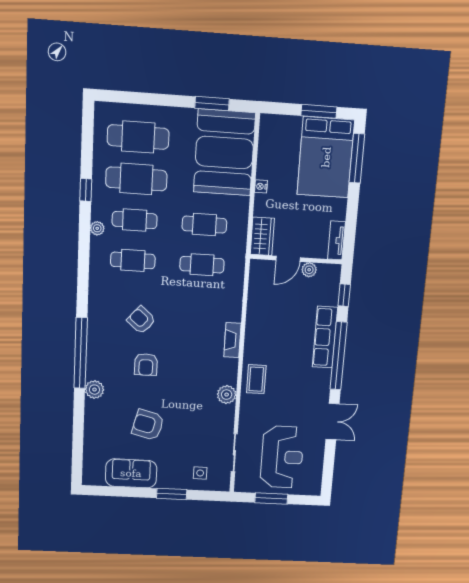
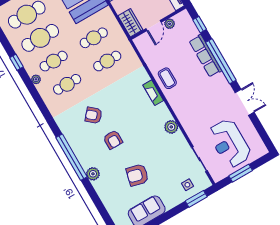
coffee table: (256, 379) -> (167, 78), moved
reception desk: (282, 457) -> (229, 143), turned 180
window: (172, 494) -> (196, 199), moved

